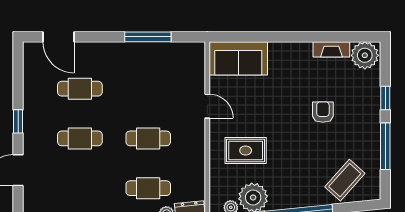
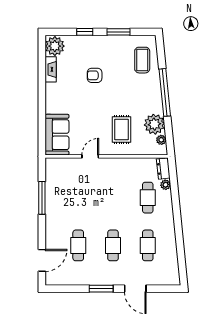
window: (18, 121) -> (101, 289), width x1.50
cafe table: (148, 138) -> (148, 245), moved
window: (385, 146) -> (118, 32), width x0.69
coffee table: (345, 180) -> (142, 60), turned 48

